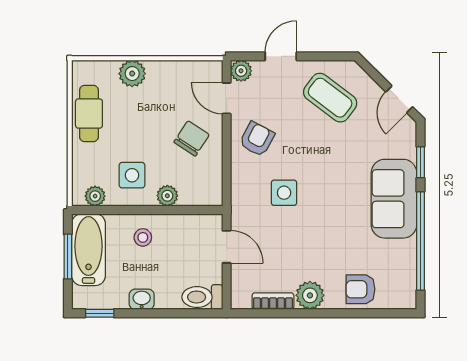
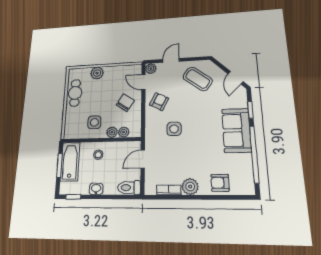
plant: (95, 196) -> (124, 132), moved
door: (227, 247) -> (143, 159), swing flipped

